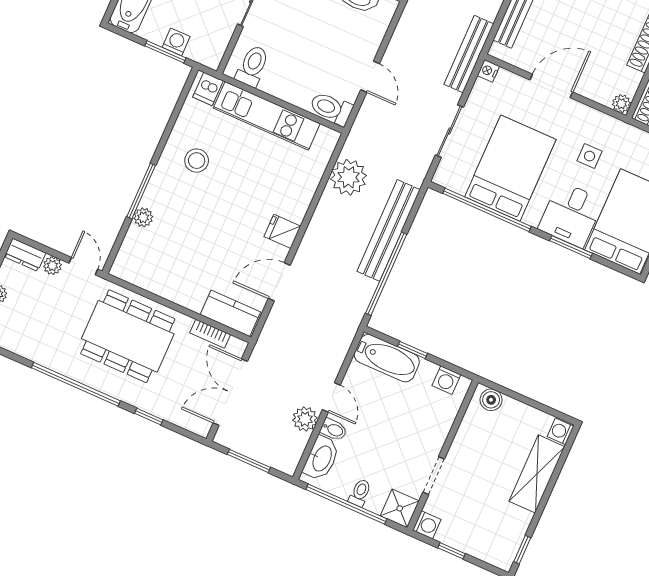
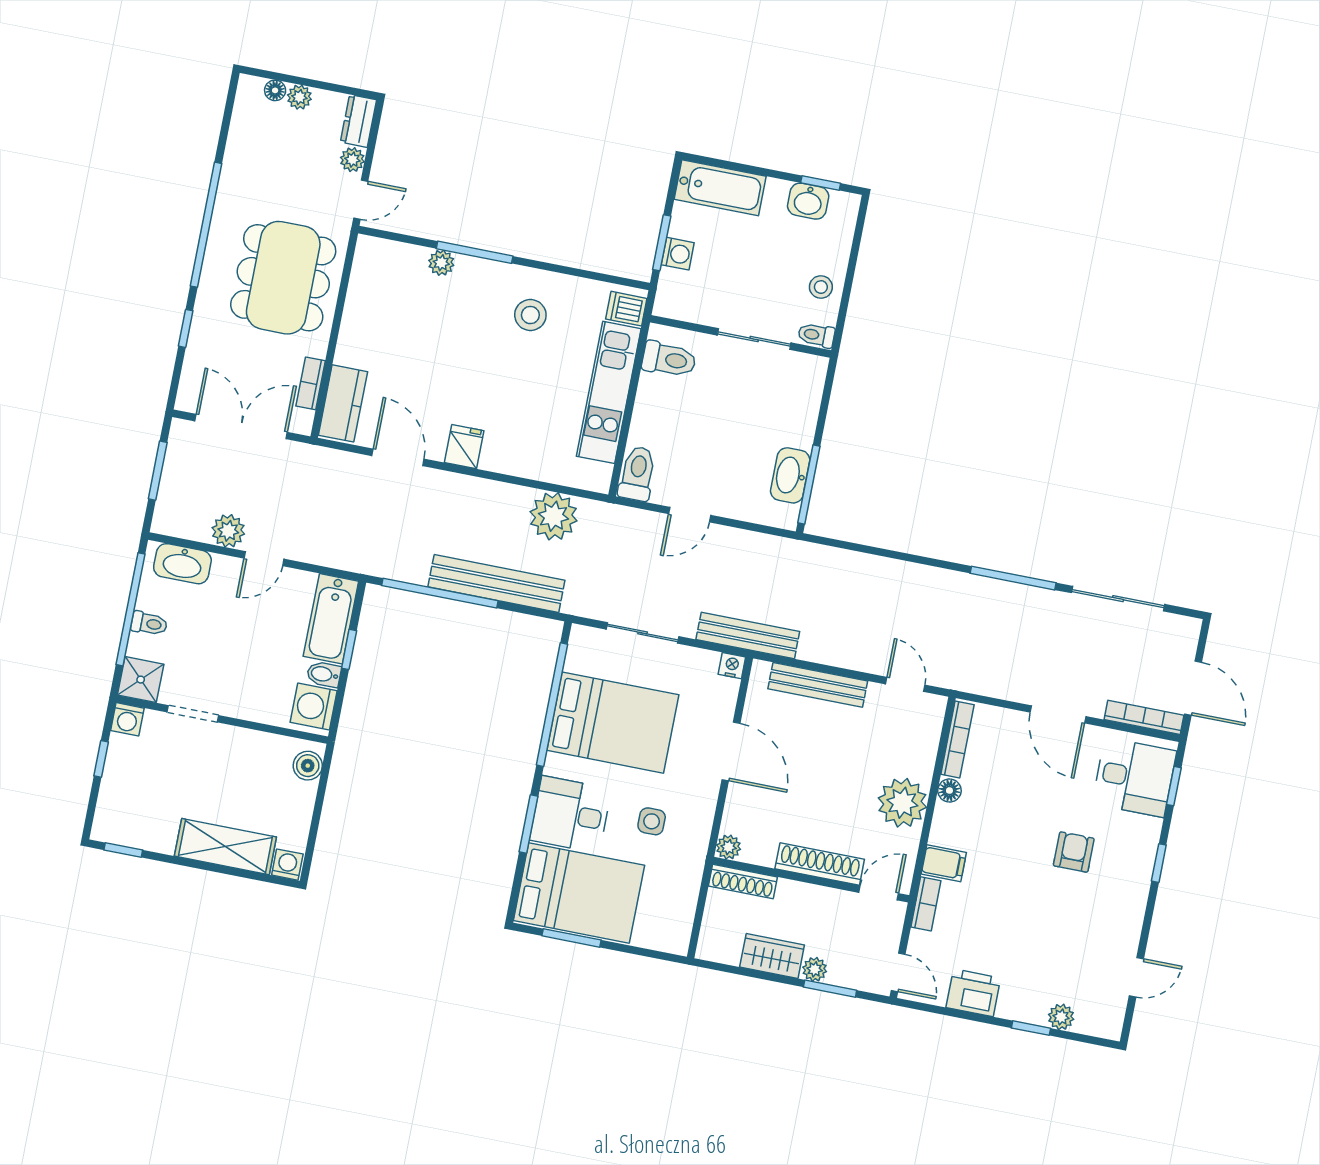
washing machine: (446, 380) -> (314, 706), width x1.38, depth x1.38
bidet: (334, 430) -> (324, 674), moved, turned 90

